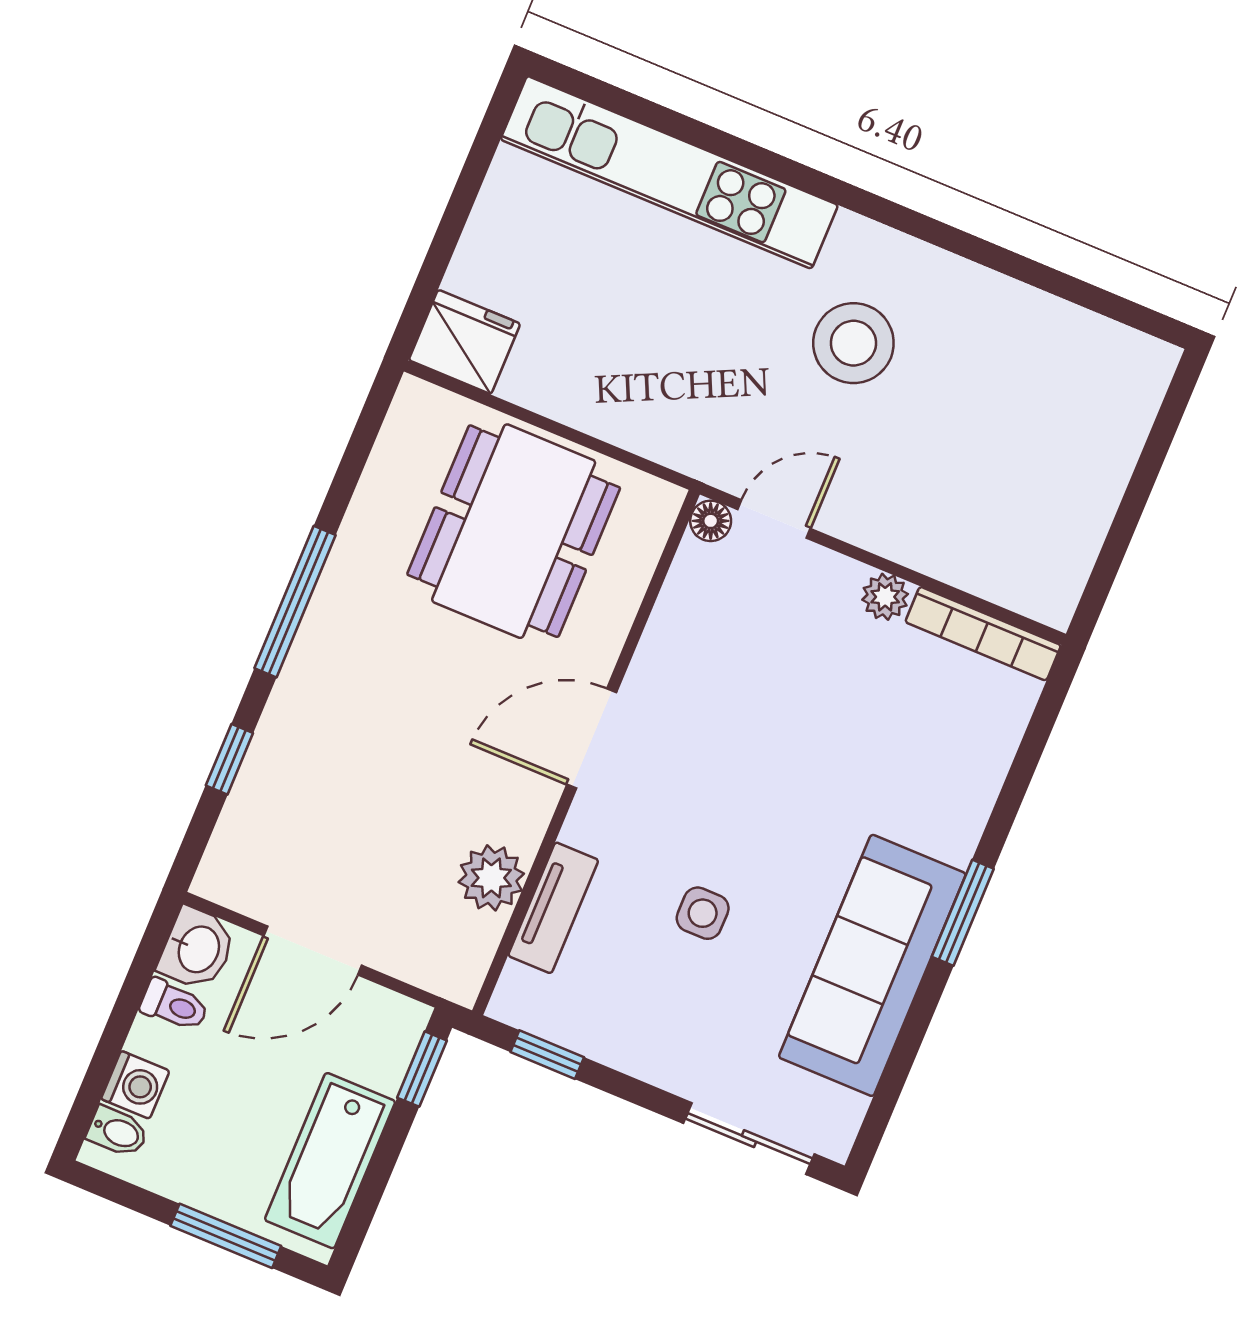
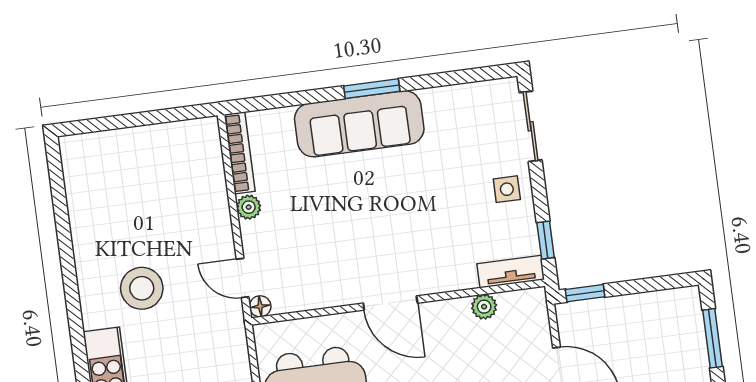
plant: (491, 878) -> (484, 307), width x0.73, depth x0.73
tv unit: (553, 908) -> (511, 272), moved
side table: (703, 913) -> (507, 189), moved
sofa: (872, 965) -> (359, 124), moved
bathtub: (330, 1161) -> (651, 311), removed

